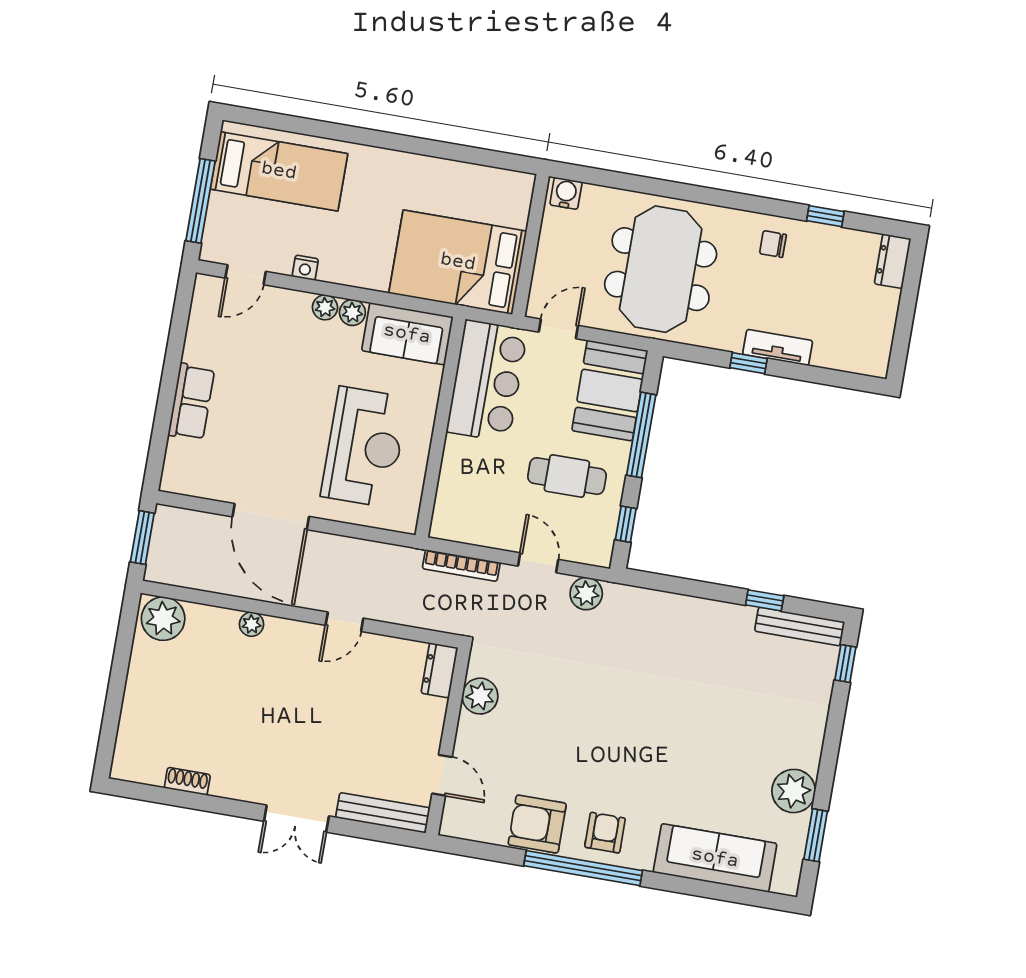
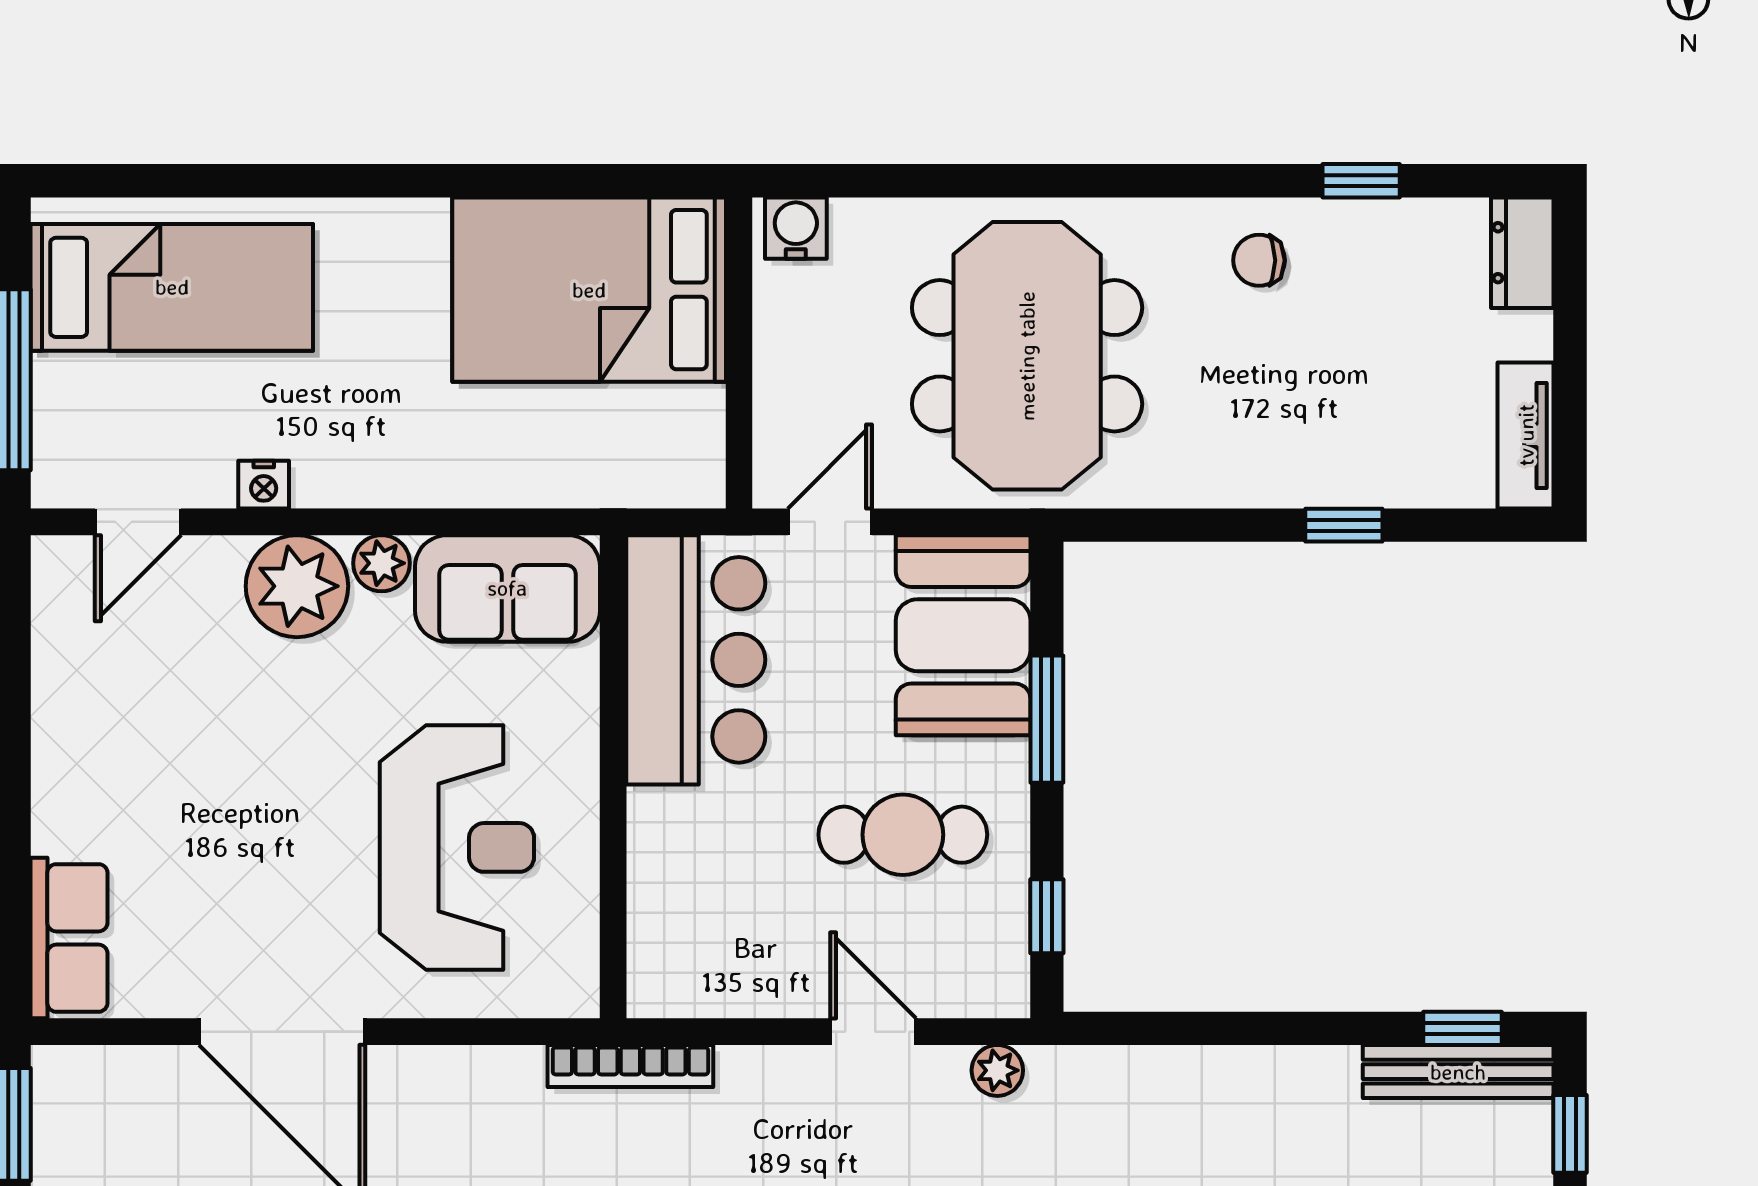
bed: (458, 262) -> (589, 290), moved
plant: (325, 307) -> (297, 586), width x1.87, depth x1.87
tv unit: (778, 348) -> (1526, 435), moved, turned -90
window: (749, 363) -> (1344, 525), moved
row of seats: (191, 402) -> (69, 938), moved
window: (641, 435) -> (1047, 719), width x0.69
bookcase: (461, 566) -> (630, 1066), moved
plant: (586, 594) -> (997, 1070), width x0.73, depth x0.73
window: (765, 600) -> (1462, 1028), moved

